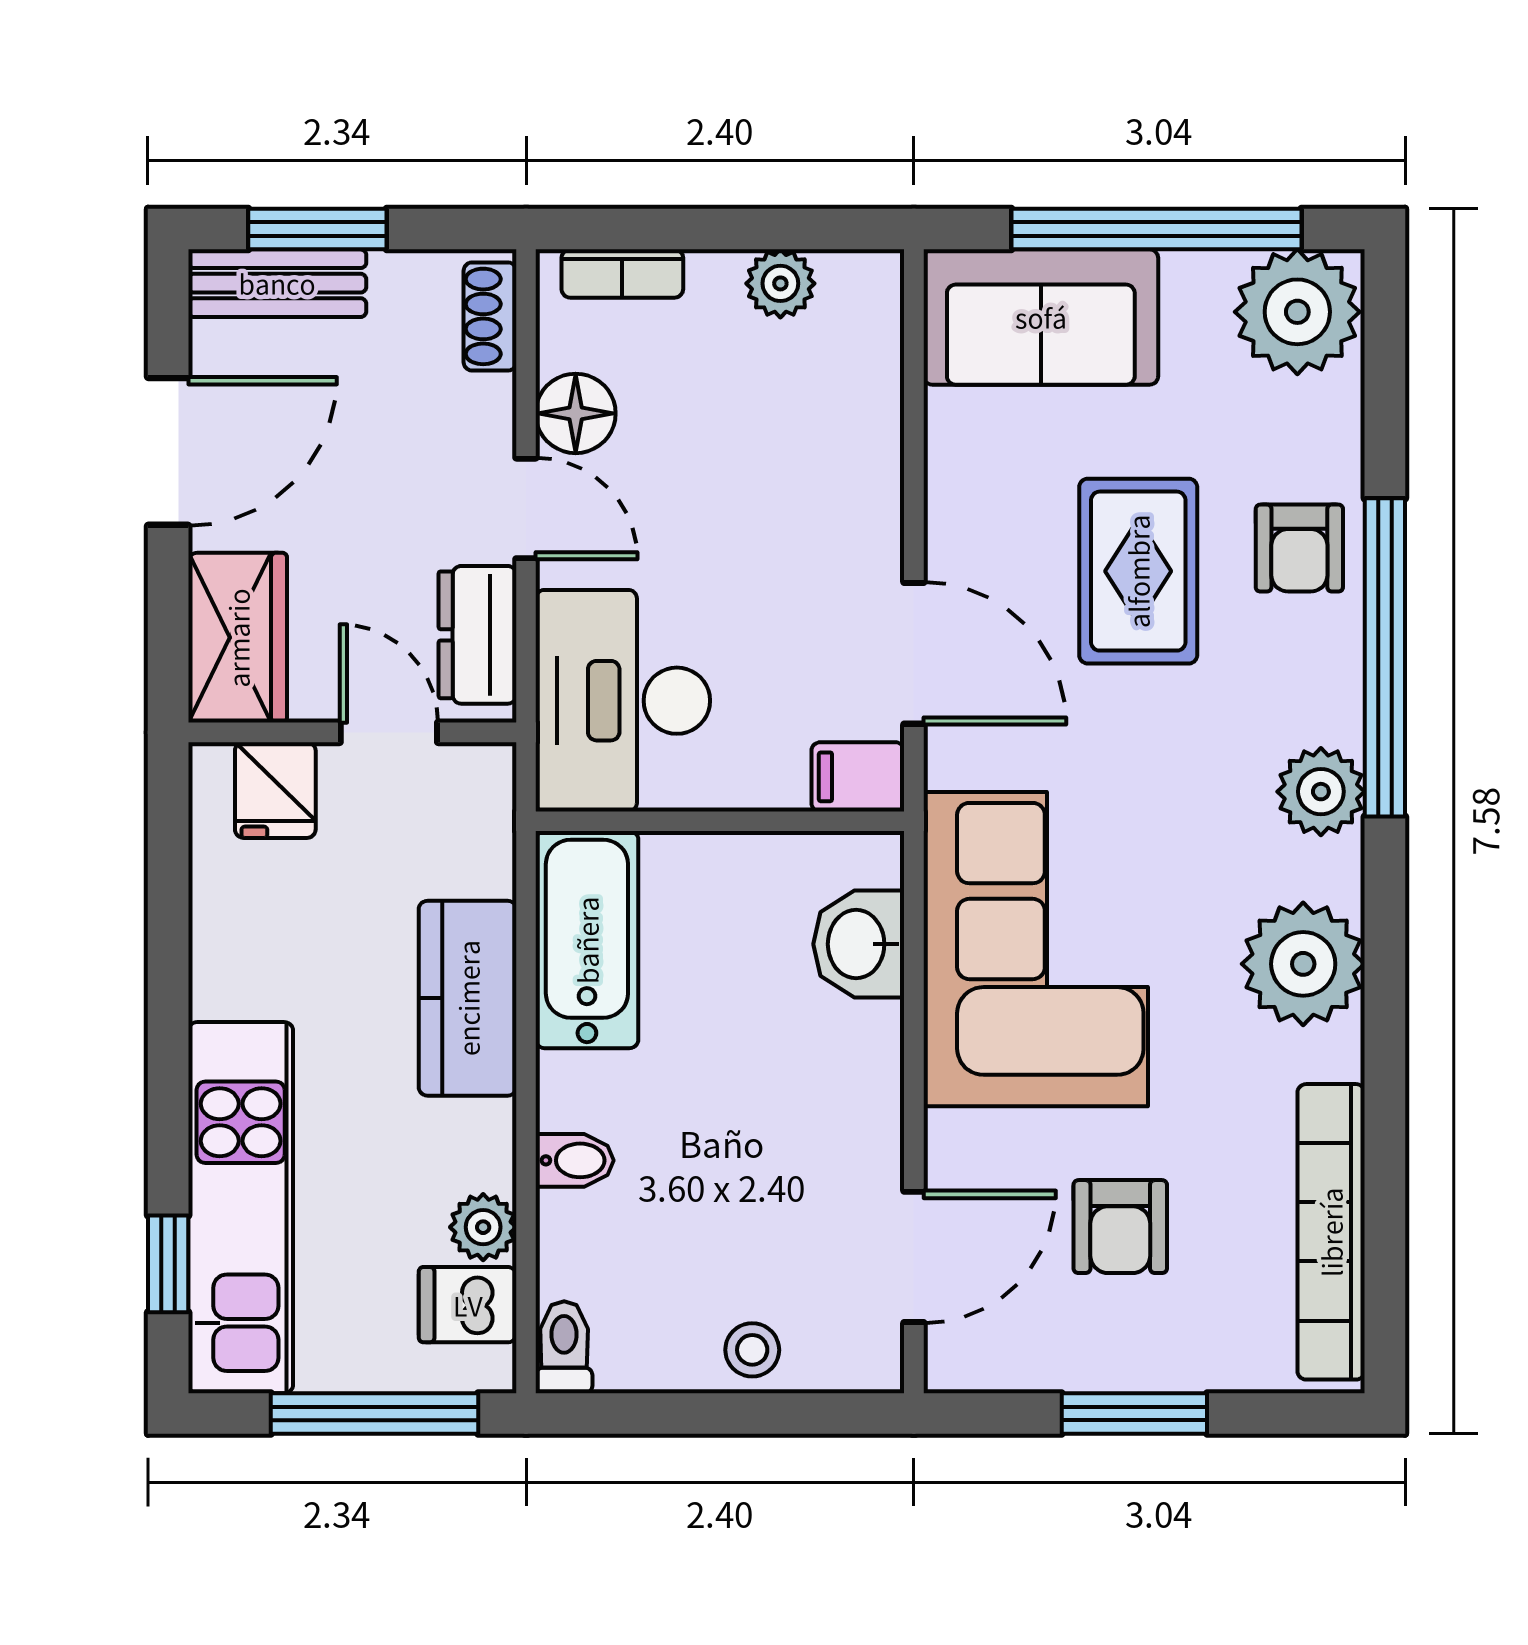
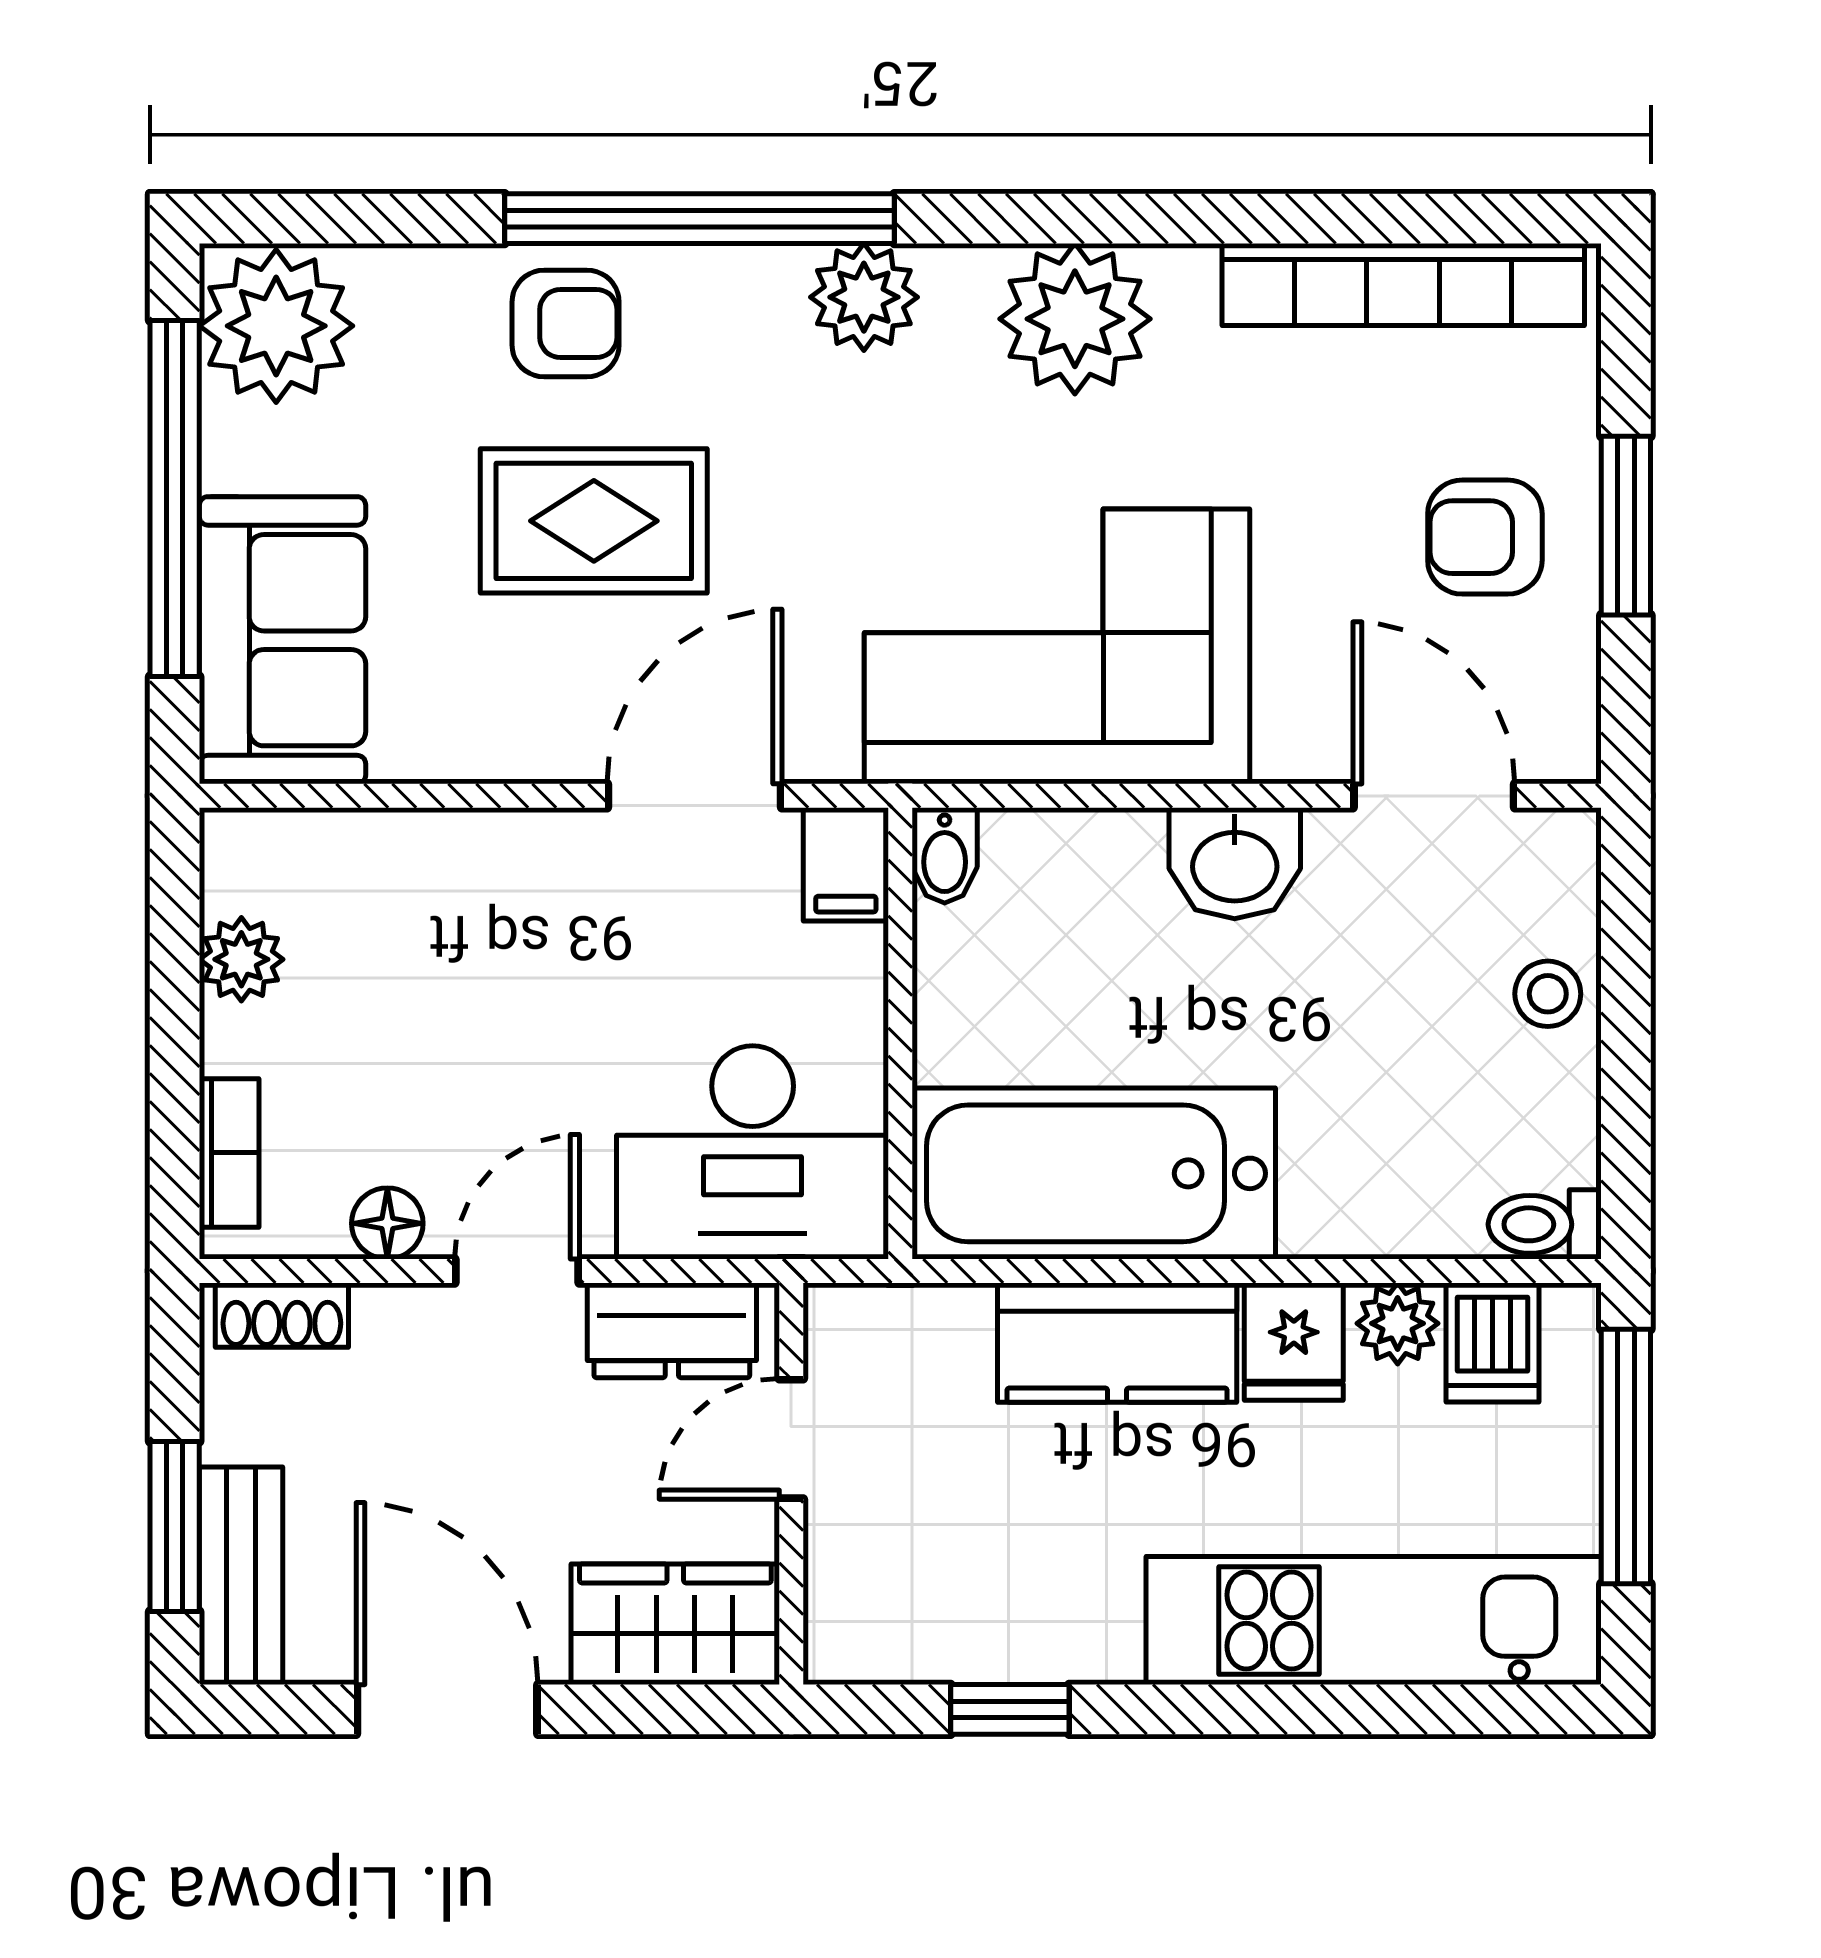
floor lamp: (576, 413) -> (387, 1223), width x0.73, depth x0.73
fridge: (275, 790) -> (1294, 1342), moved, turned 90
bathtub: (587, 940) -> (1094, 1173), width x1.36, depth x1.36
washbasin: (859, 944) -> (1235, 863), moved
bidet: (575, 1160) -> (945, 855), moved, turned 180
armchair: (1120, 1227) -> (1485, 537), moved, turned 180
window: (168, 1264) -> (1010, 1709), moved

